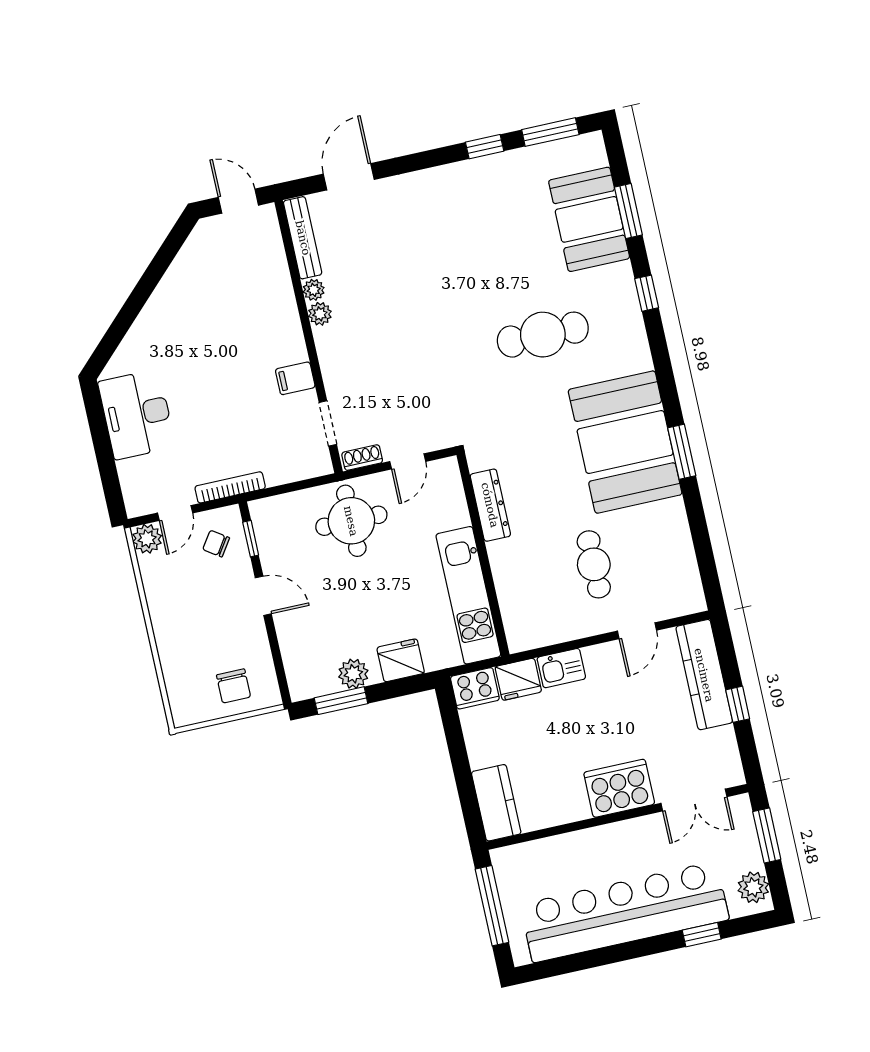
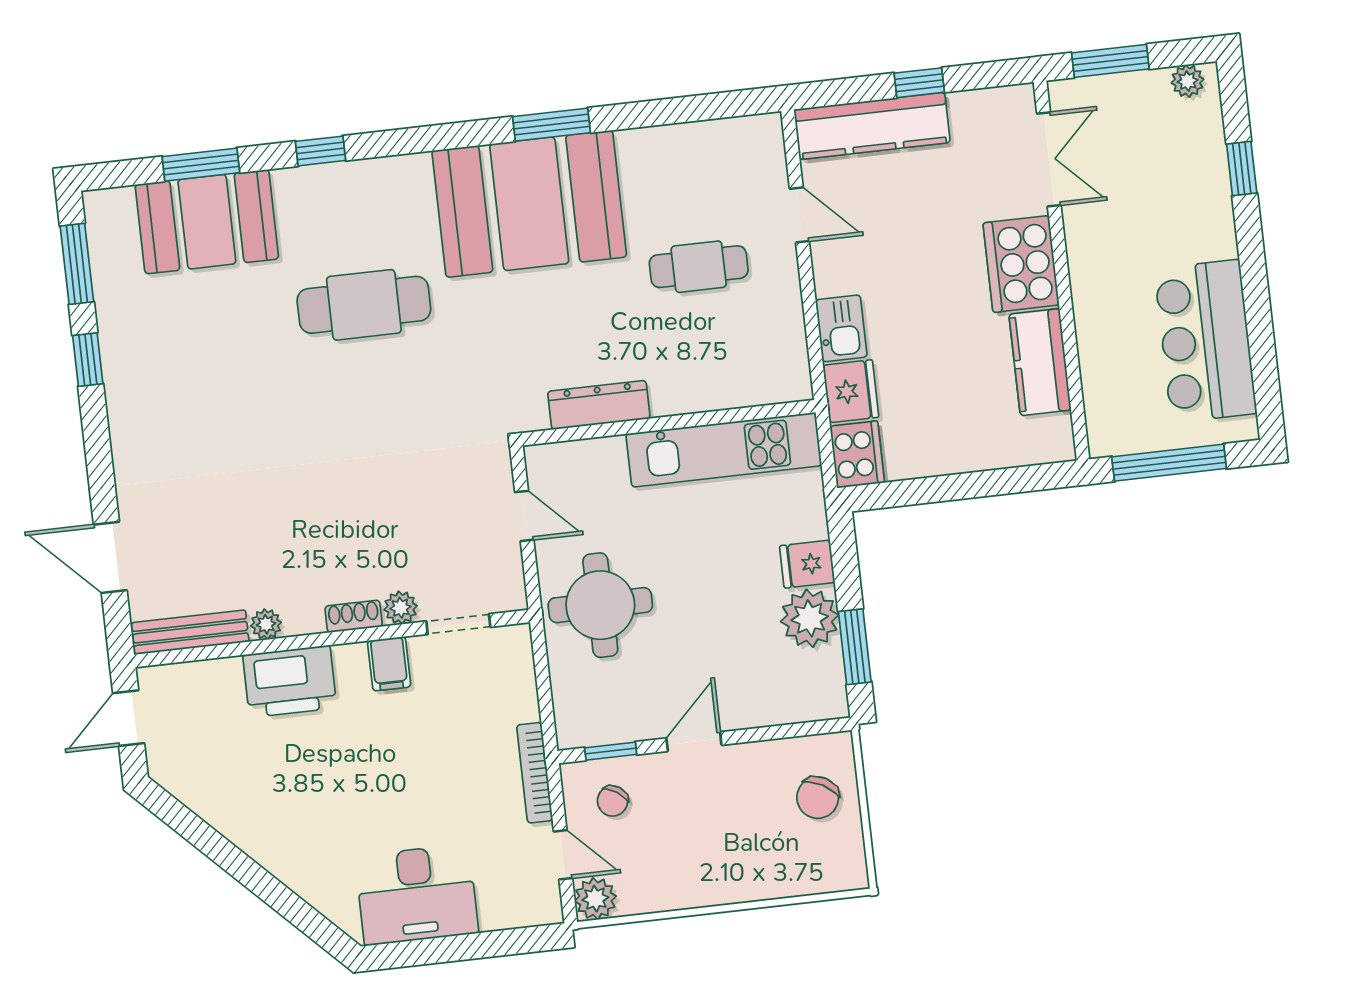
printer: (276, 310) -> (290, 681), added
plant: (320, 314) -> (401, 608), moved
cafe table: (543, 335) -> (364, 305), turned 90
shoe rack: (362, 458) -> (354, 616), moved, turned 90
fridge: (401, 660) -> (807, 564), width x0.72
plant: (353, 674) -> (810, 618), width x1.36, depth x1.36
chair: (234, 686) -> (818, 798), turned 119
kitchen counter: (496, 803) -> (1040, 362), moved, turned -90
plant: (753, 887) -> (1187, 81), width x0.73, depth x0.73
bar counter: (625, 912) -> (1206, 341), width x0.54

